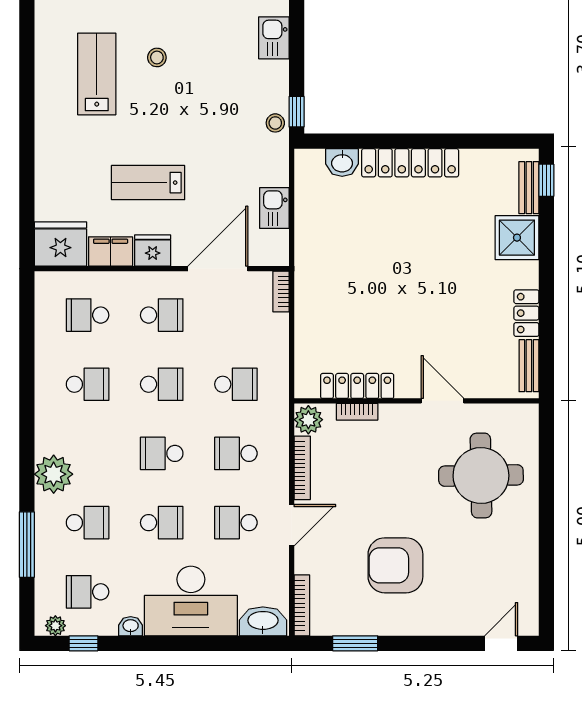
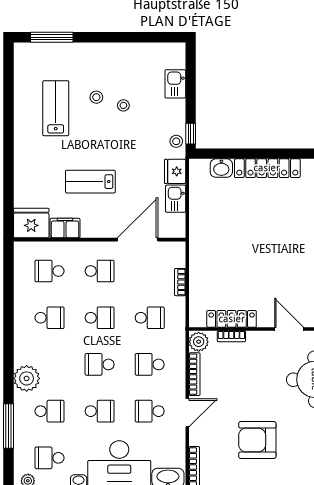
stool: (197, 70) -> (123, 105), added
fridge: (153, 251) -> (175, 171), moved, turned -90
bookcase: (281, 291) -> (180, 282), moved

